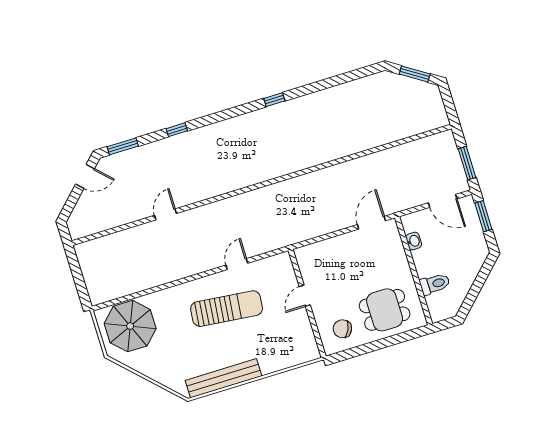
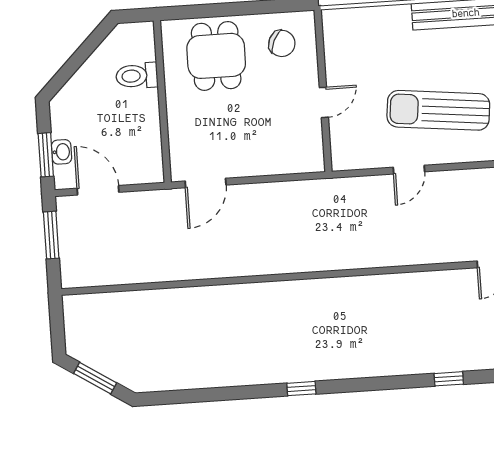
washbasin: (414, 241) -> (62, 152), moved, turned 180
dining table: (385, 310) -> (216, 56), turned 90

